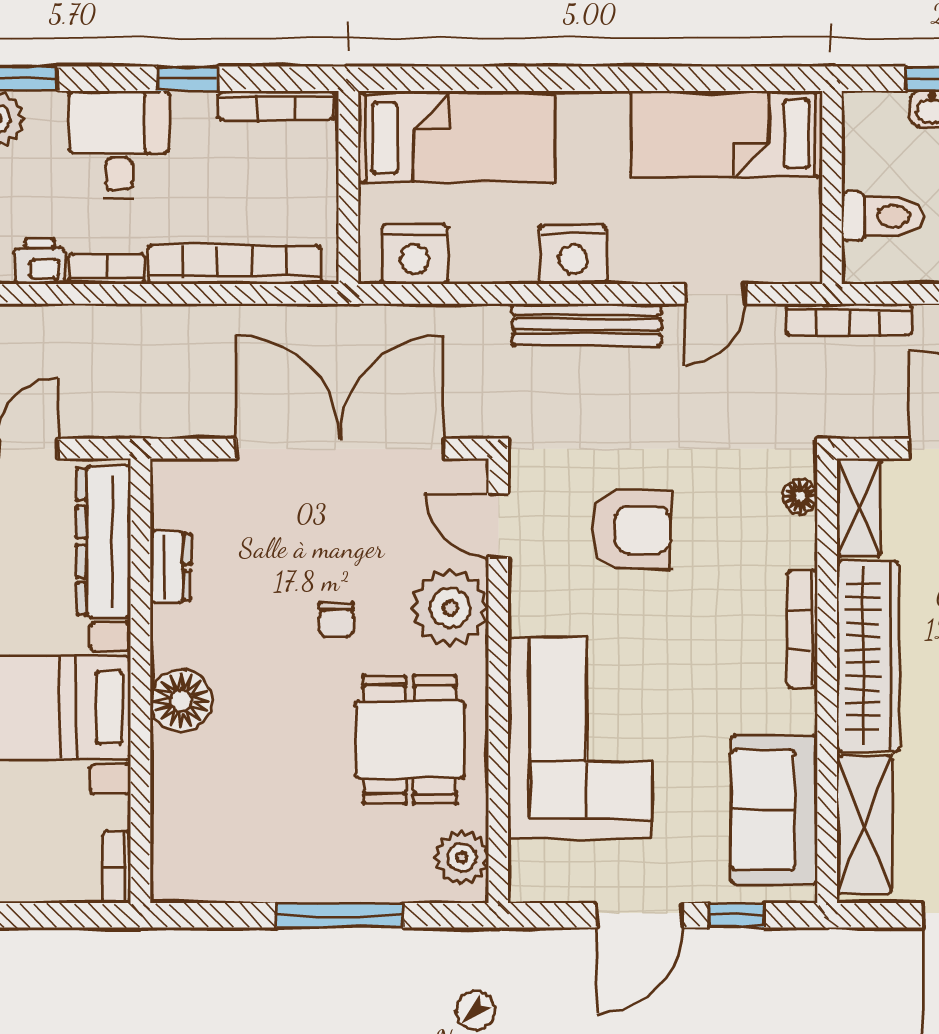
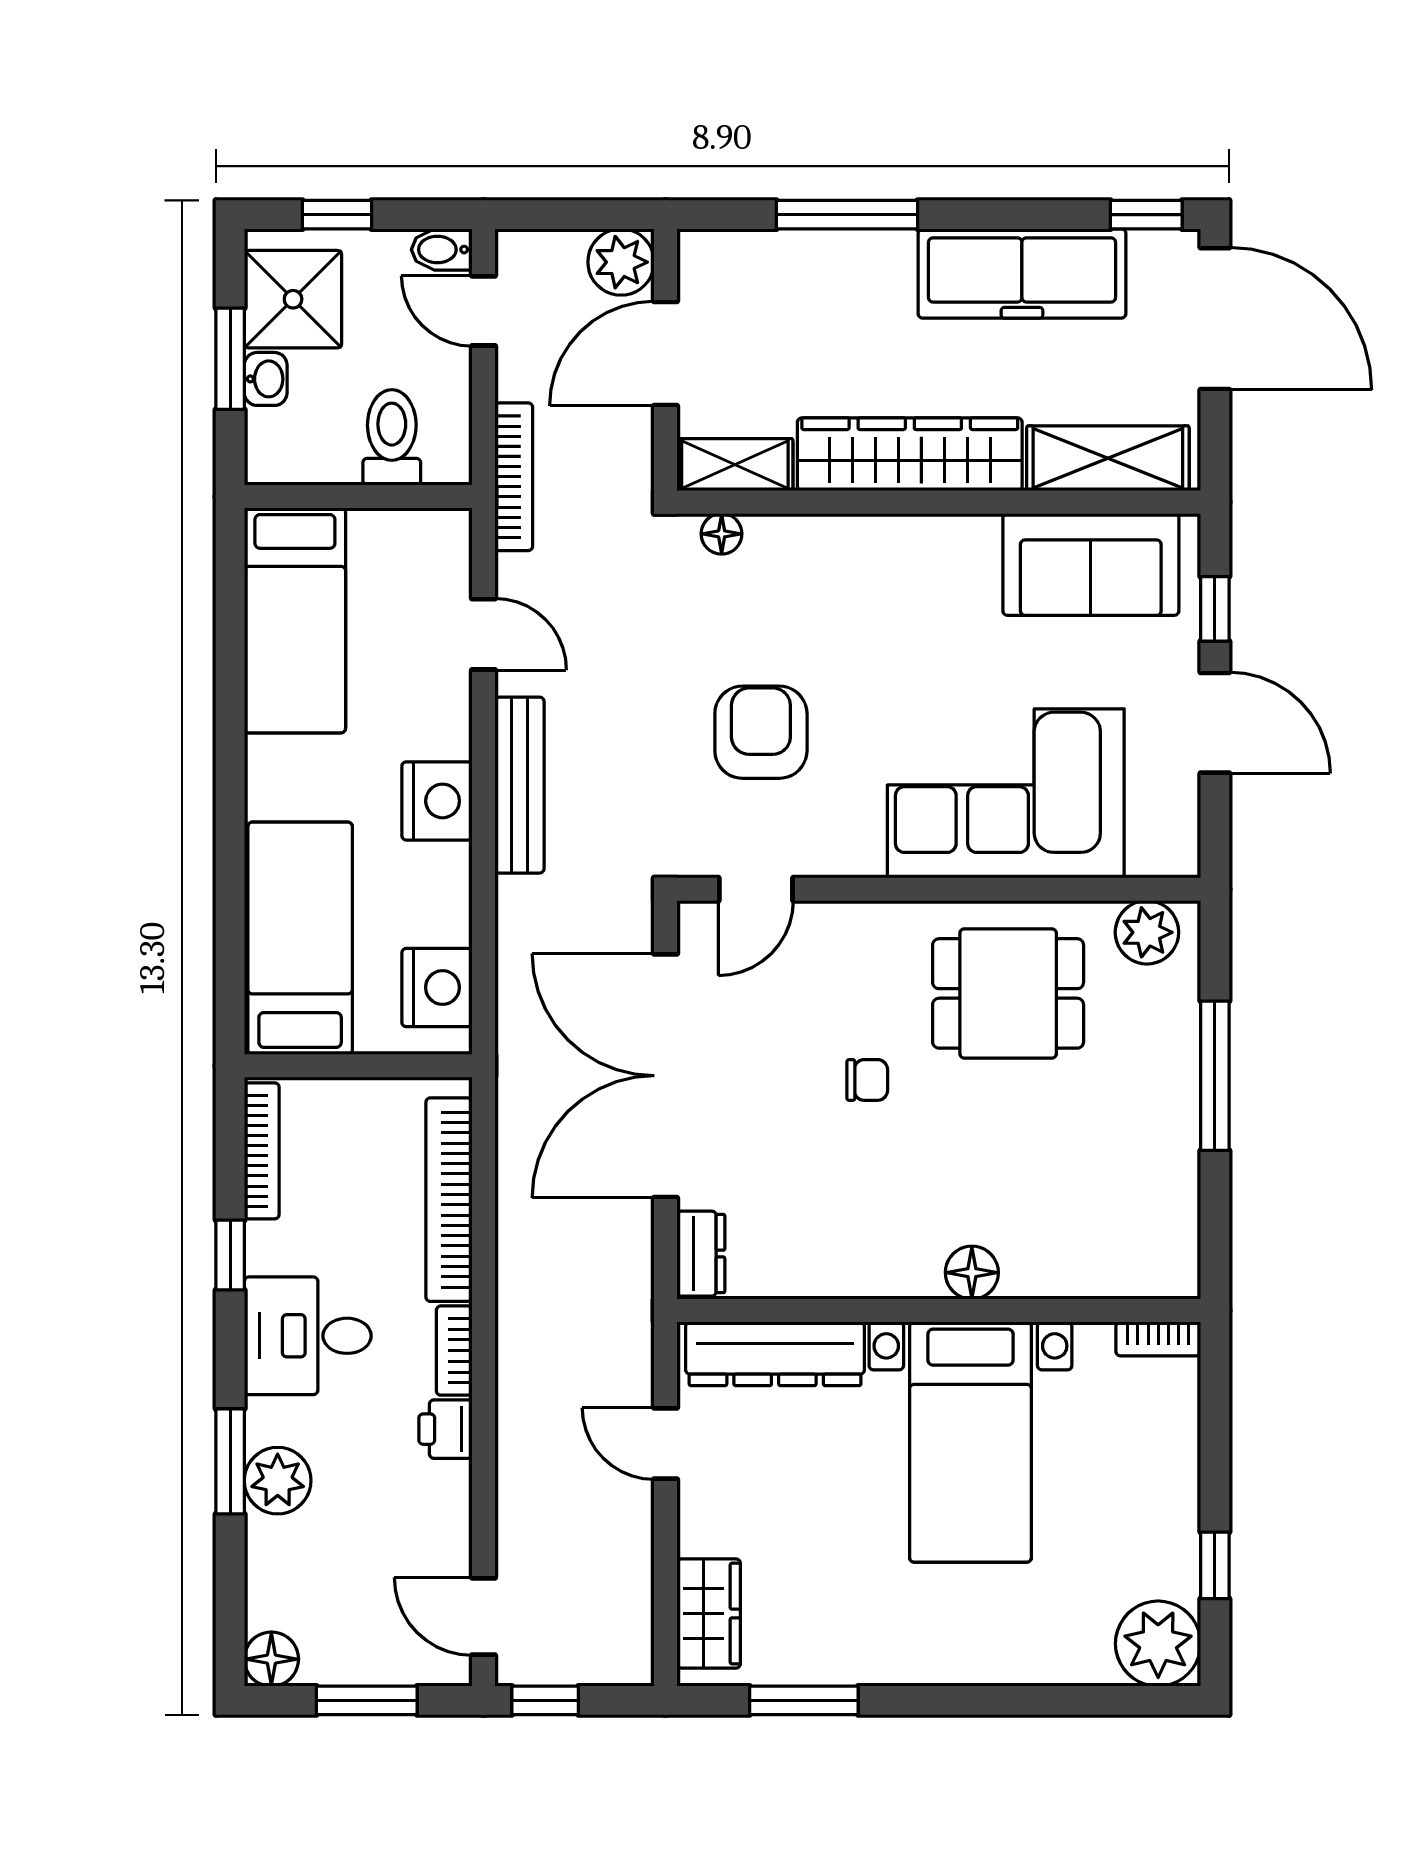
dresser: (170, 567) -> (701, 1254), moved, turned 90
plant: (450, 608) -> (853, 946), removed
bookcase: (802, 629) -> (878, 531), removed
floor lamp: (181, 700) -> (972, 1273), width x0.73, depth x0.73

